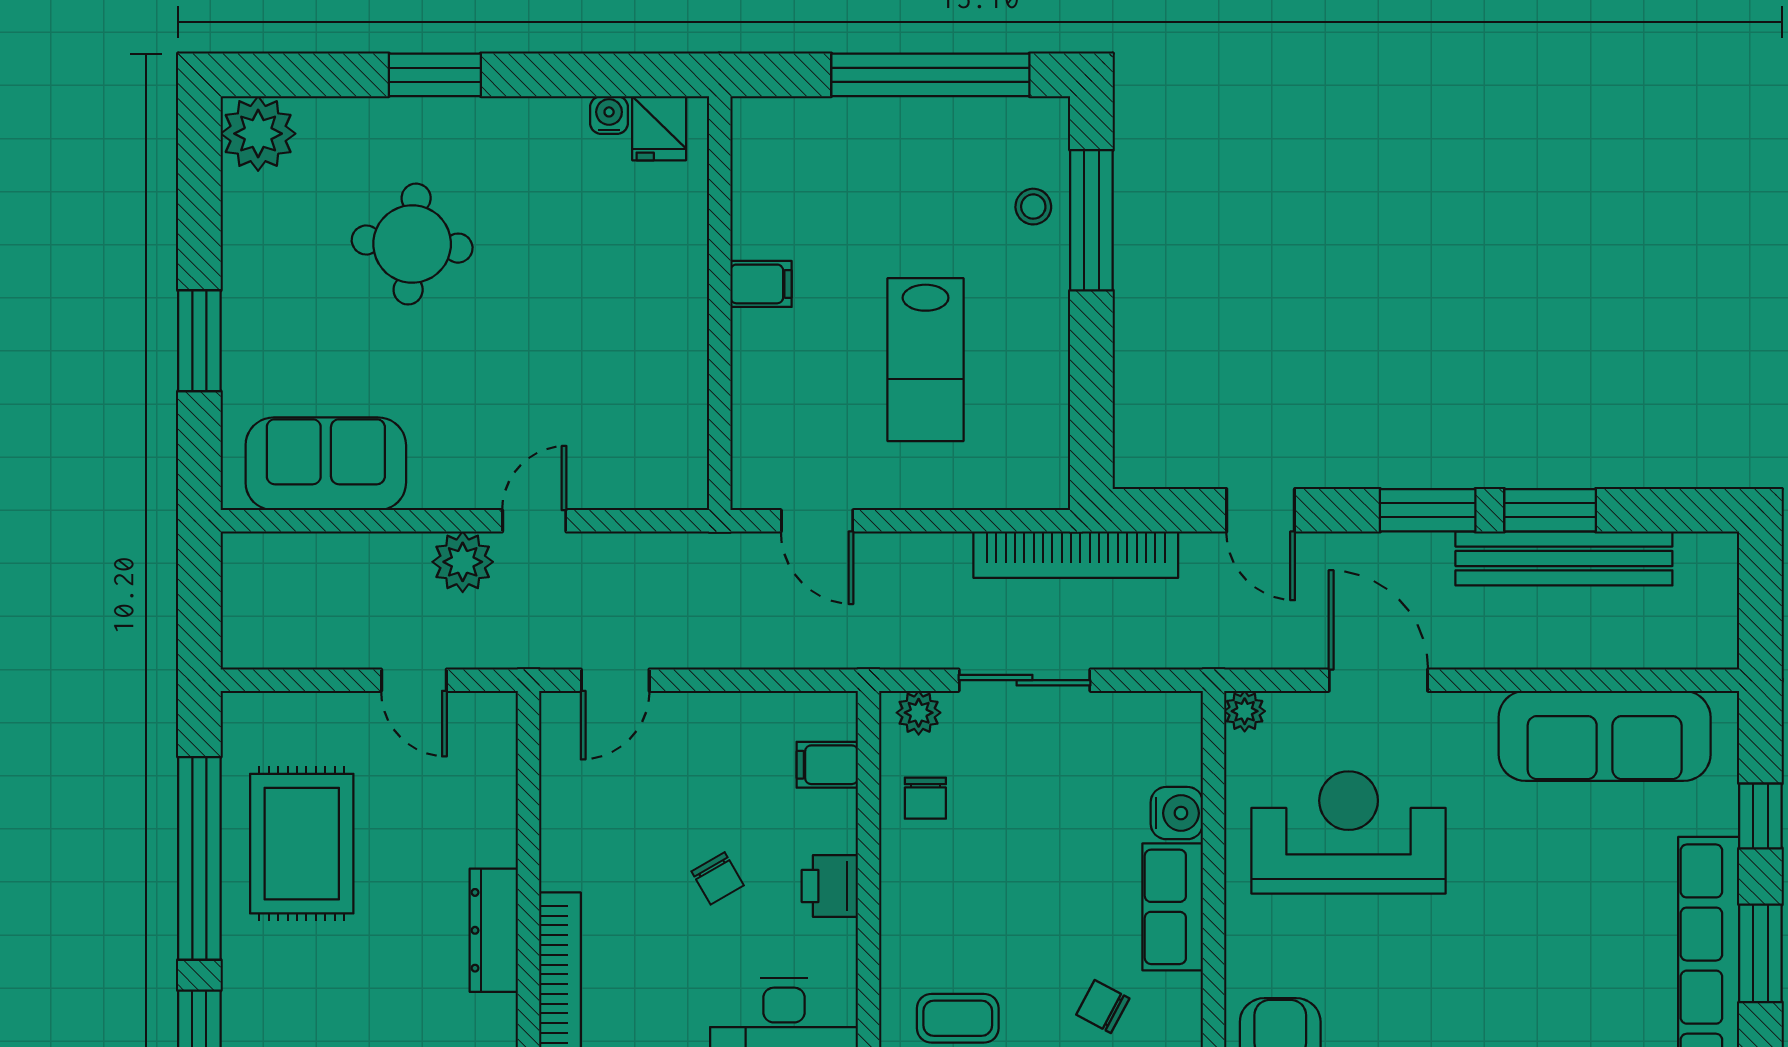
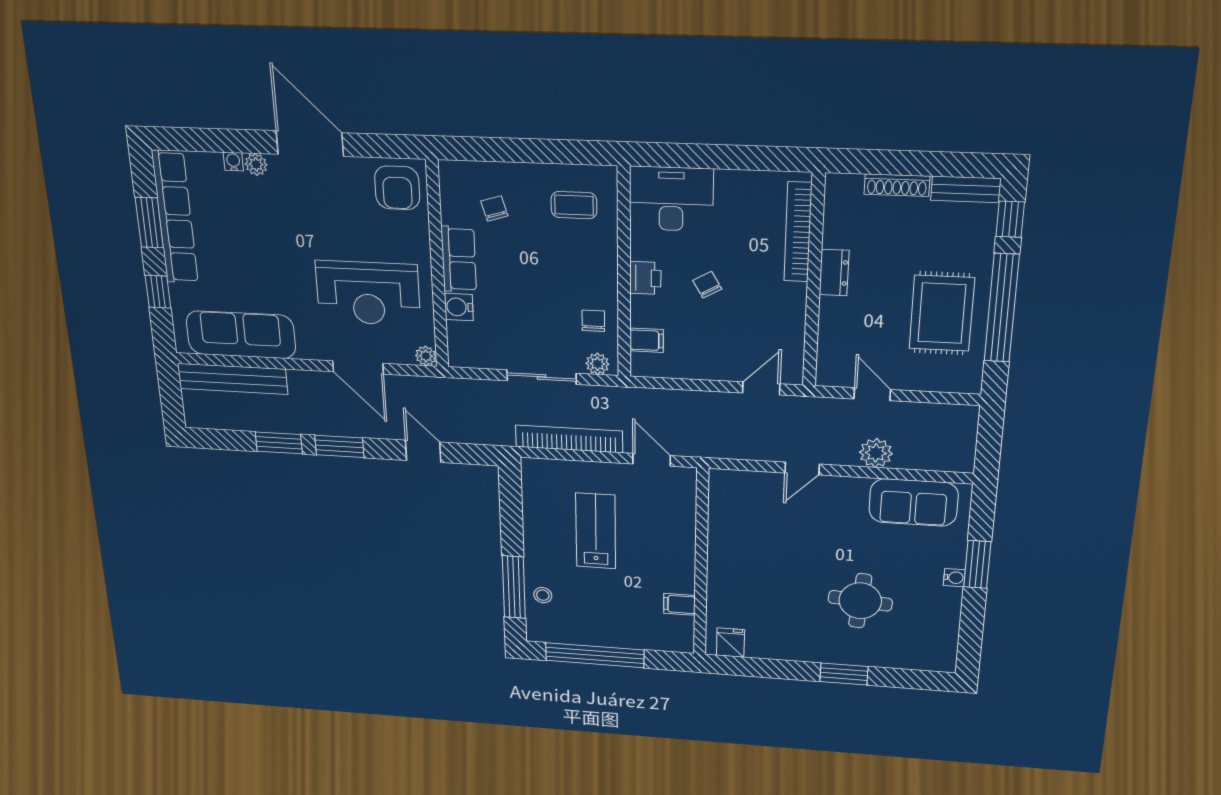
water cooler: (609, 115) -> (954, 578), moved, turned -90
plant: (258, 134) -> (938, 655), removed
filing cabinet: (761, 284) -> (679, 604), moved
bookcase: (1076, 555) -> (569, 439), moved
bench: (1564, 558) -> (233, 379), moved
plant: (463, 562) -> (876, 453), moved
dresser: (494, 930) -> (834, 273), width x0.70
chair: (1103, 1007) -> (494, 208), turned -135

